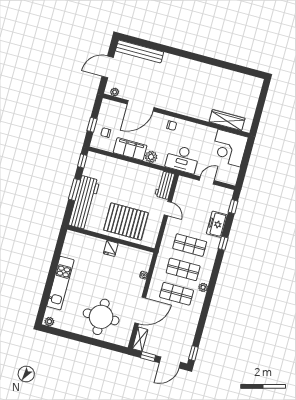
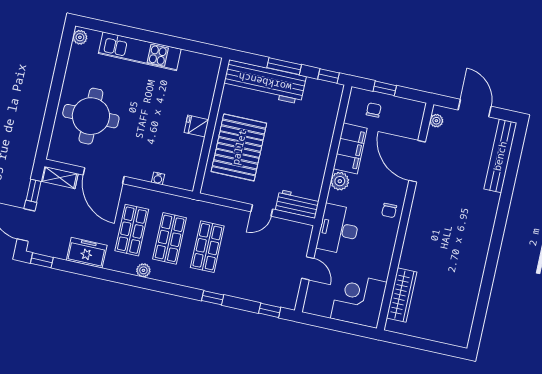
freezer: (217, 224) -> (87, 253), moved

